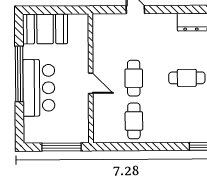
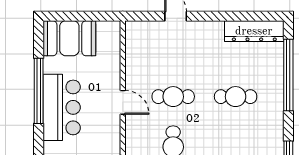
cafe table: (134, 78) -> (173, 97), turned 90

